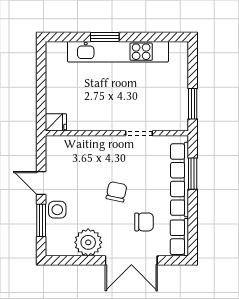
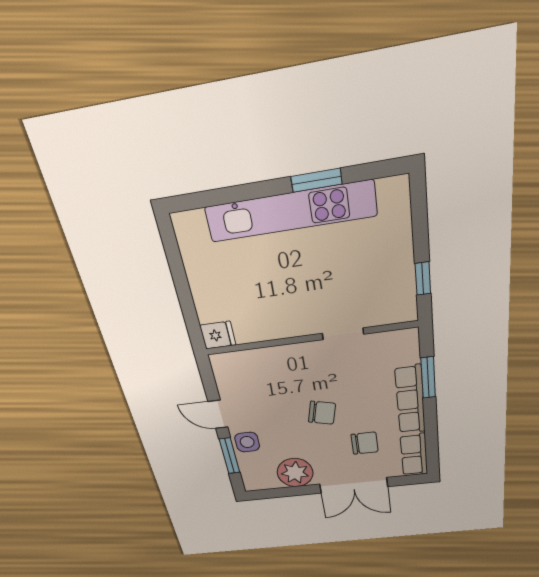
window: (105, 37) -> (316, 180), moved
window: (193, 104) -> (423, 279), width x0.67
row of seats: (180, 180) -> (410, 400), width x0.73
chair: (116, 192) -> (322, 413), turned 92

